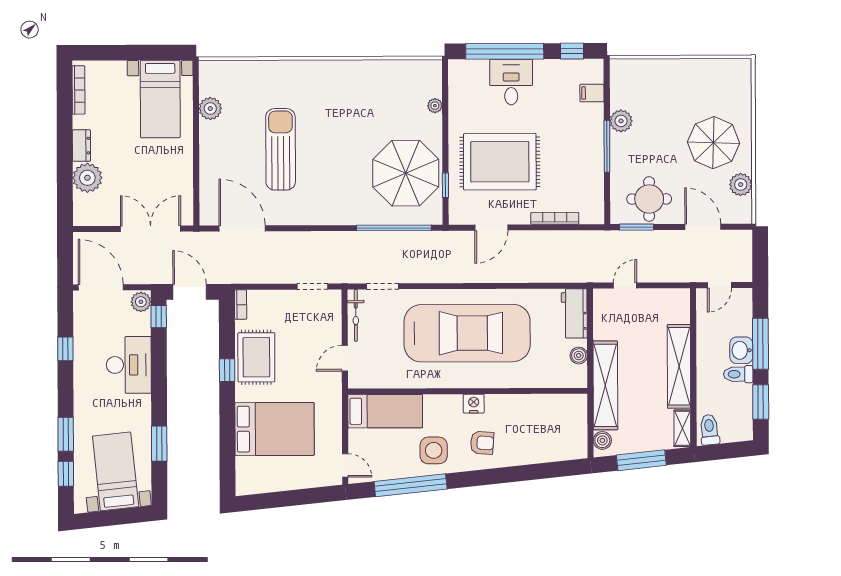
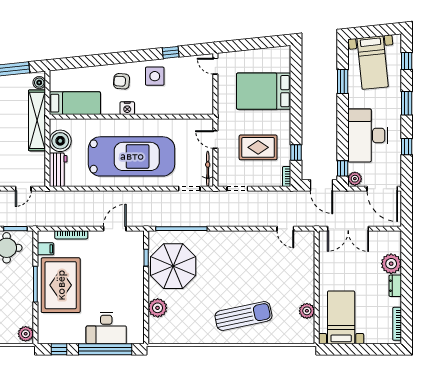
desk: (511, 82) -> (106, 328), width x1.37
filing cabinet: (592, 93) -> (46, 249), moved
plant: (435, 106) -> (158, 308), width x1.88, depth x1.88
plant: (621, 121) -> (26, 334), moved
sun lounger: (281, 149) -> (243, 316), moved, turned -102
rug: (500, 162) -> (61, 285), moved, turned 90
door: (242, 228) -> (285, 229), width x0.53
car: (467, 333) -> (132, 156), turned 180
boiler: (579, 355) -> (60, 141), width x1.86, depth x1.86
rug: (256, 357) -> (258, 147), moved, turned 90
door: (345, 358) -> (215, 140), swing flipped
desk: (129, 365) -> (368, 135), width x1.36, depth x1.30
window: (227, 370) -> (296, 153), moved
bed: (385, 411) -> (75, 103), moved, turned 180
window: (66, 434) -> (407, 103), moved
window: (411, 485) -> (171, 52), width x0.32

